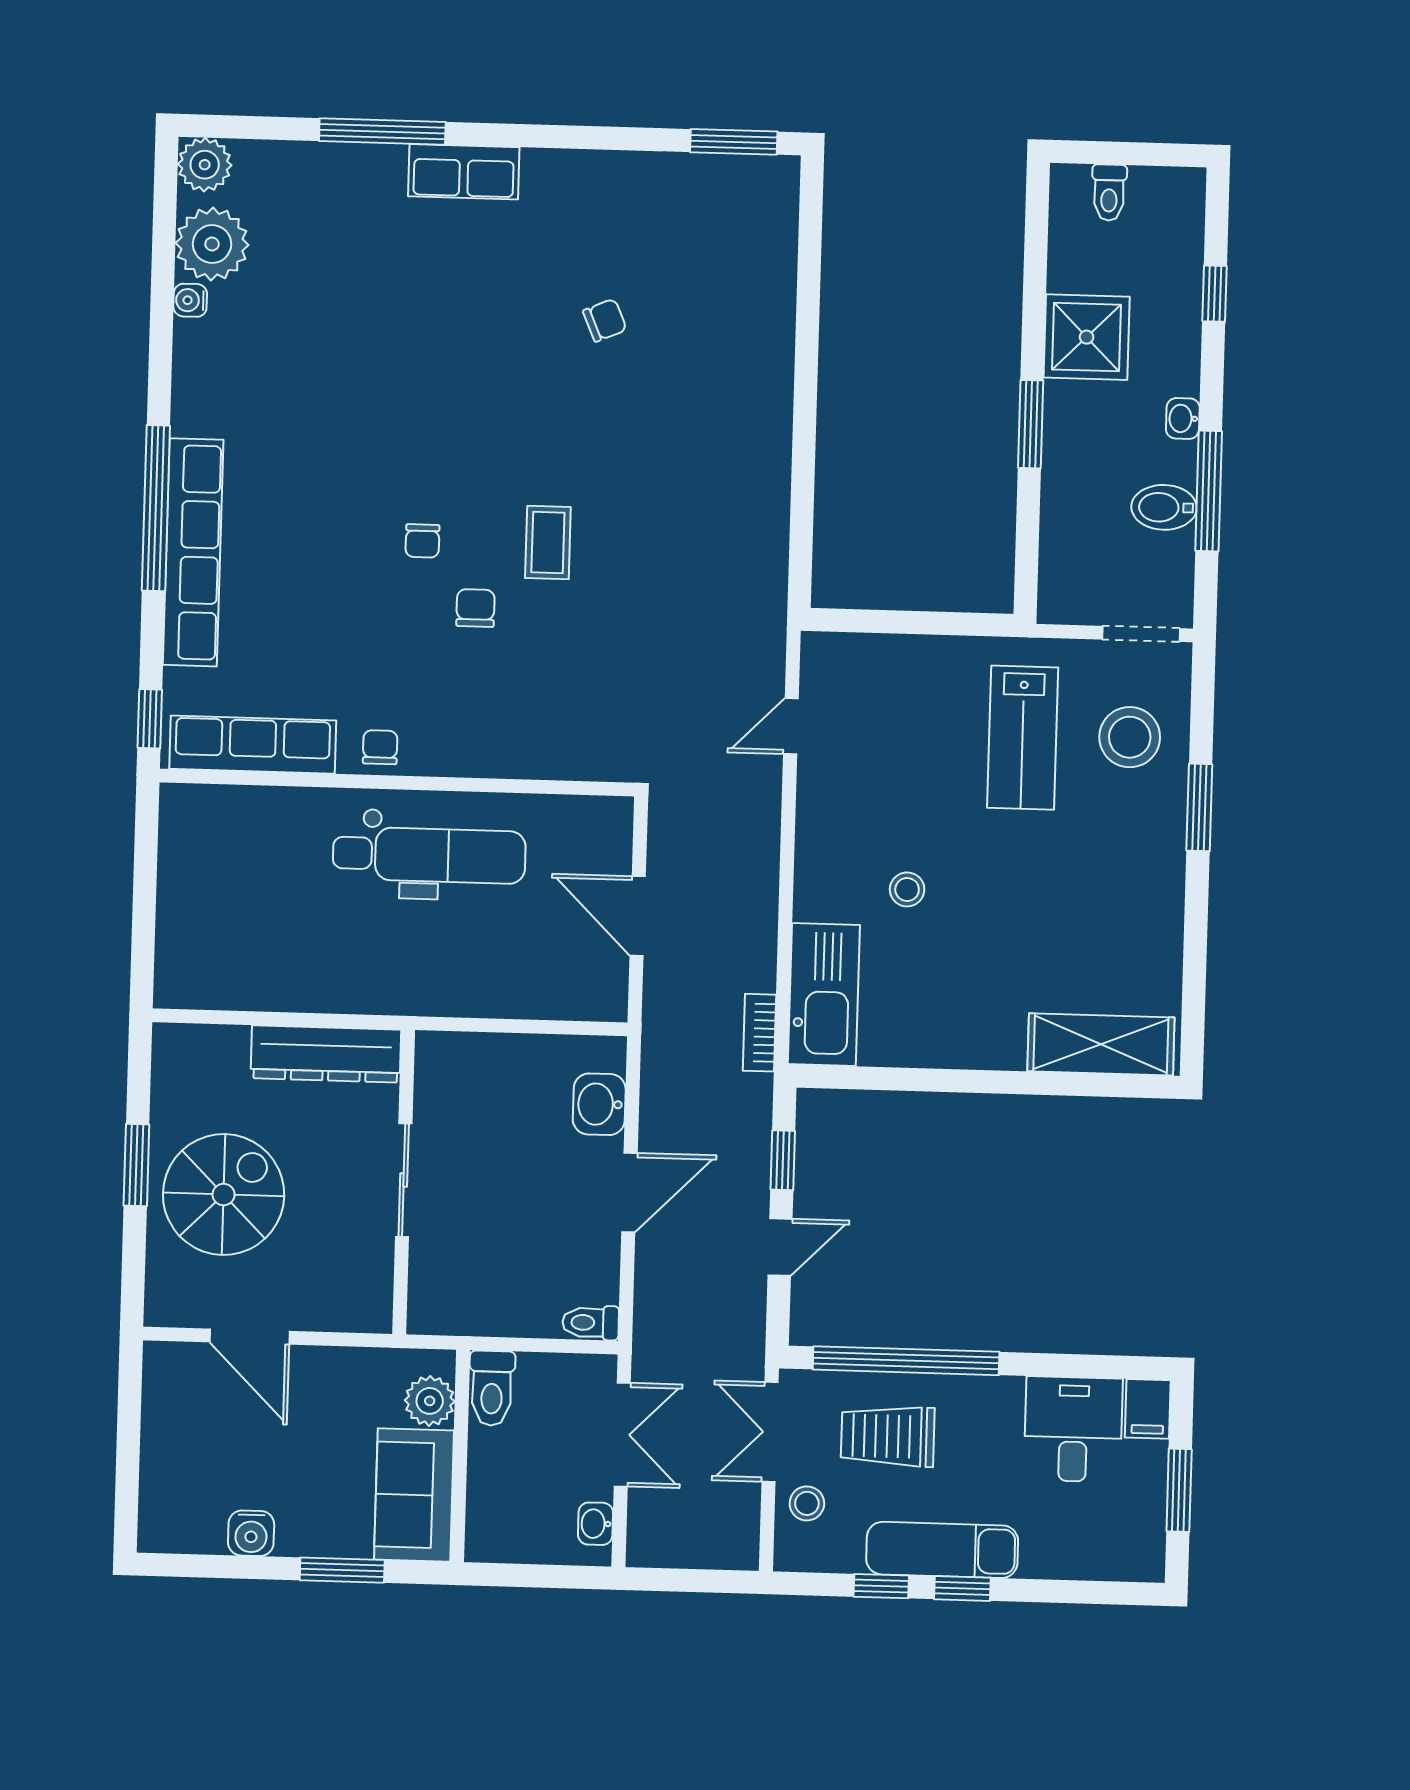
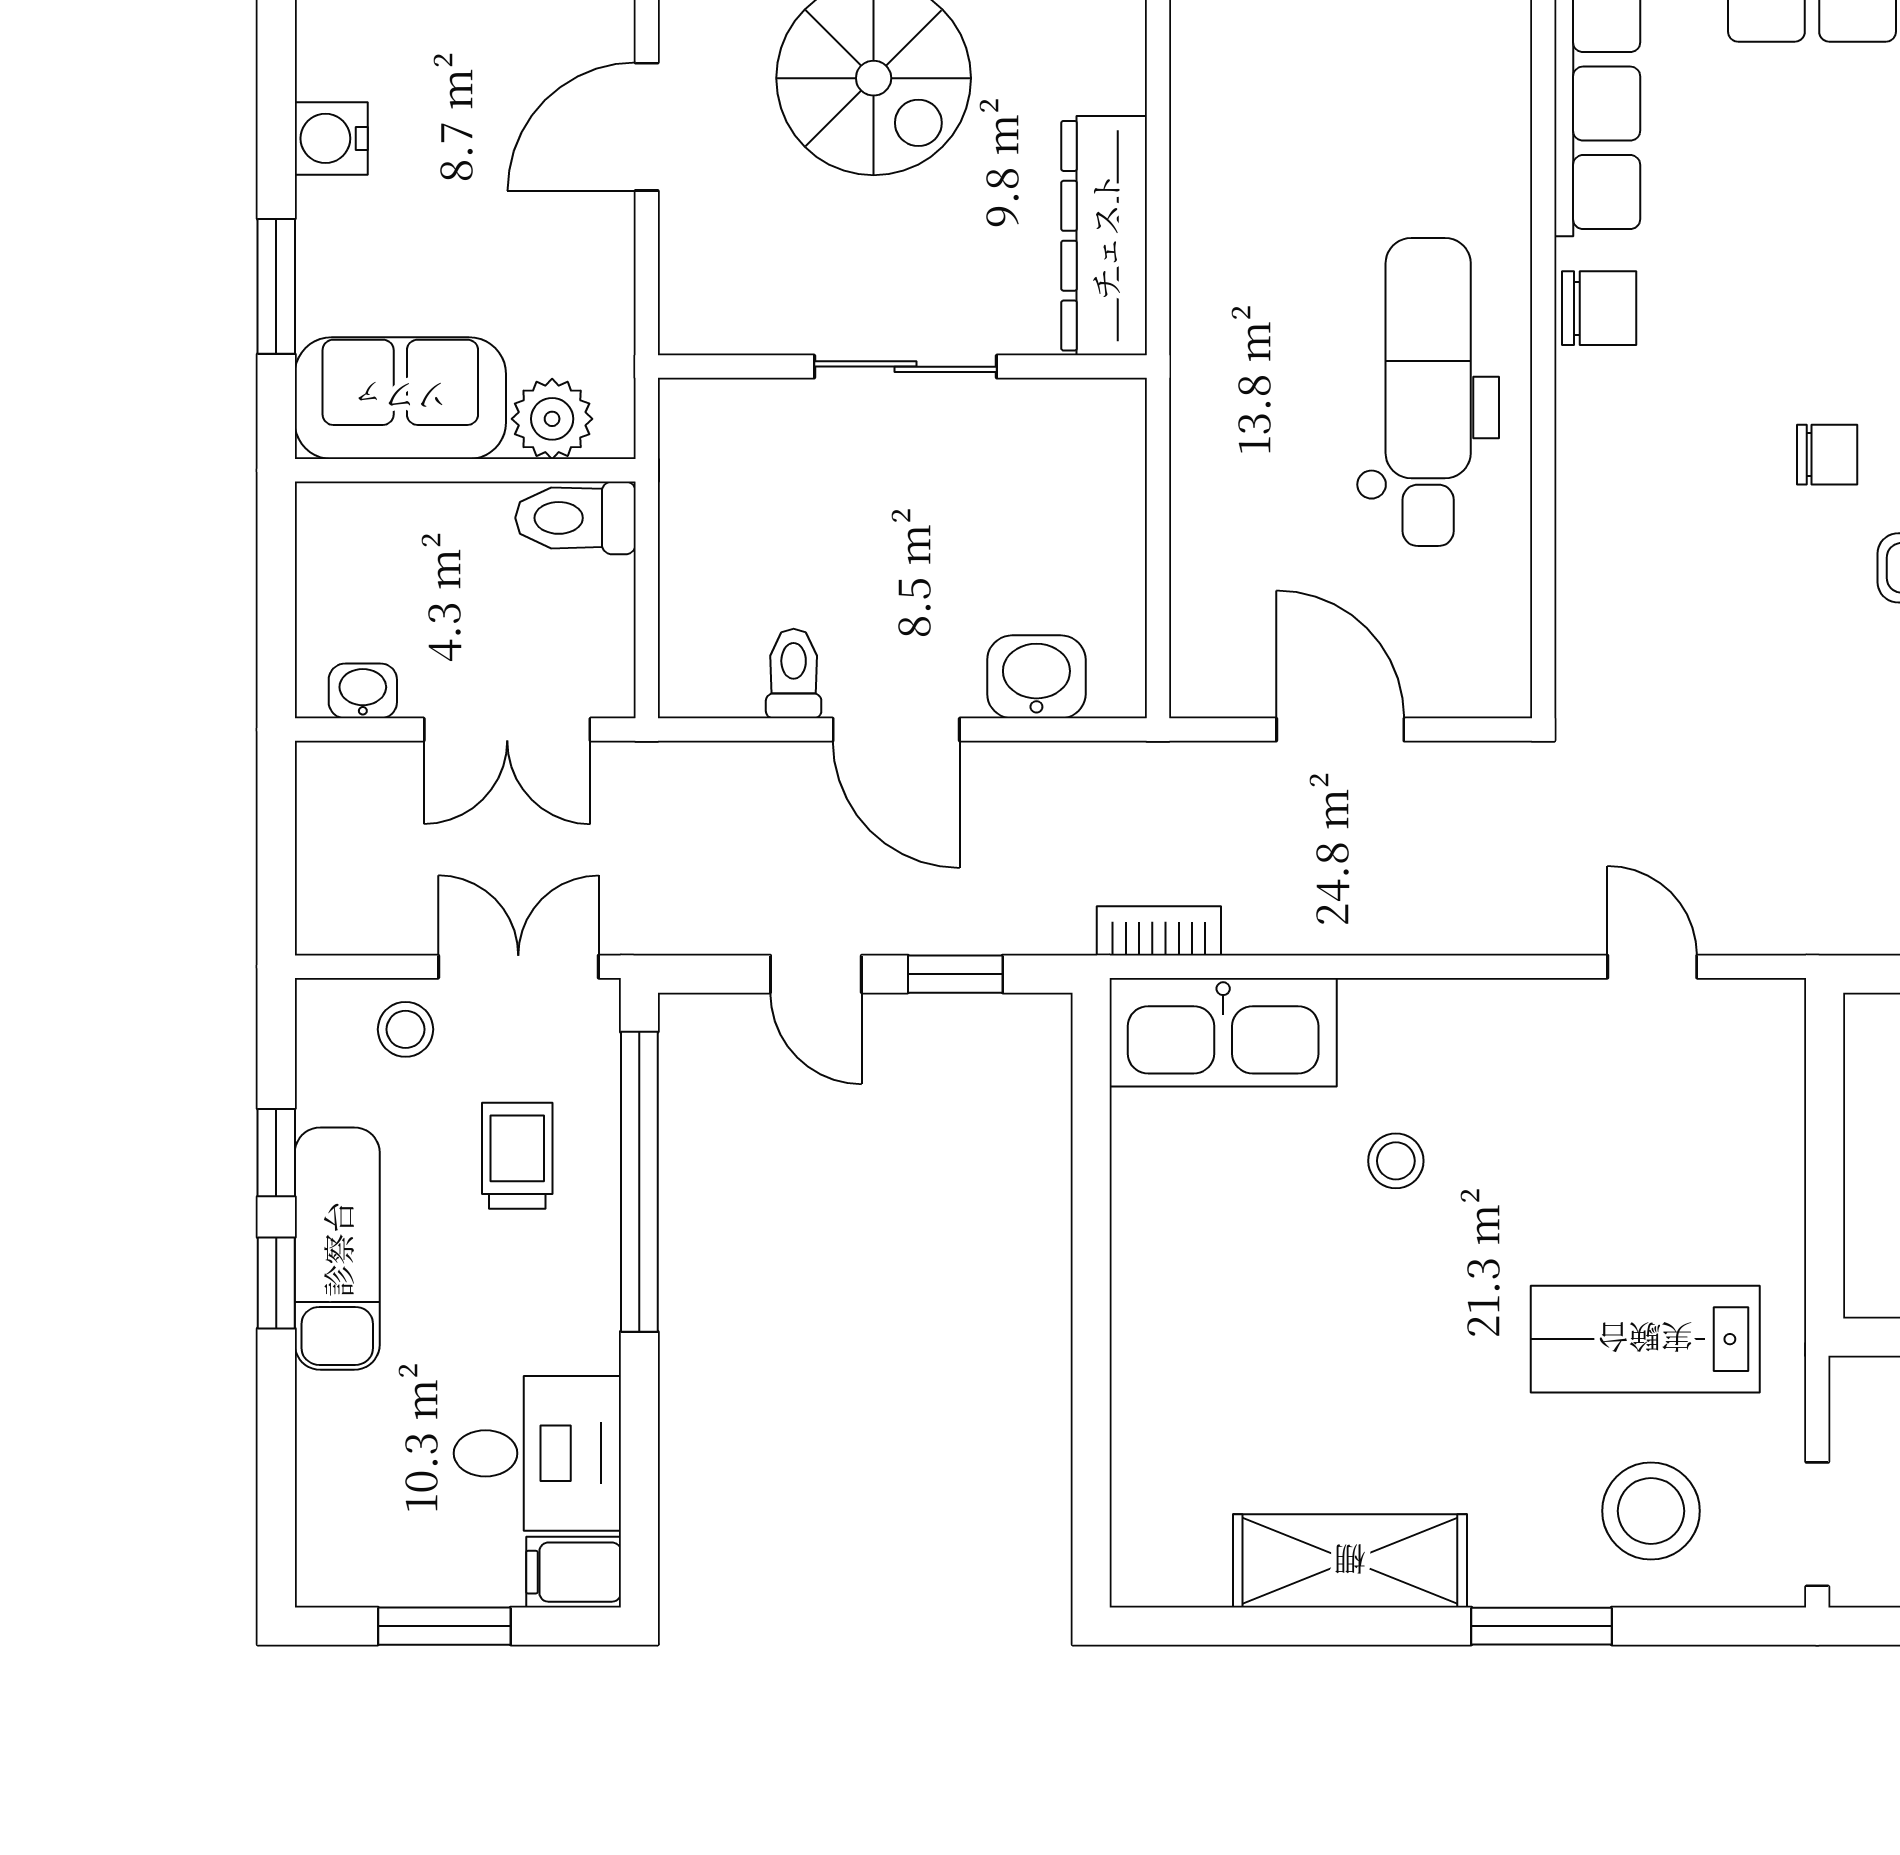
chair: (380, 747) -> (1599, 308), width x1.37, depth x1.37
dental chair: (429, 855) -> (1428, 392), turned 180
door: (638, 916) -> (1340, 730), hinge flipped
shelving: (1101, 1044) -> (1350, 1561), moved, turned 90
toilet: (591, 1323) -> (794, 674), moved
trolley: (888, 1436) -> (517, 1156), width x0.73, depth x0.72

